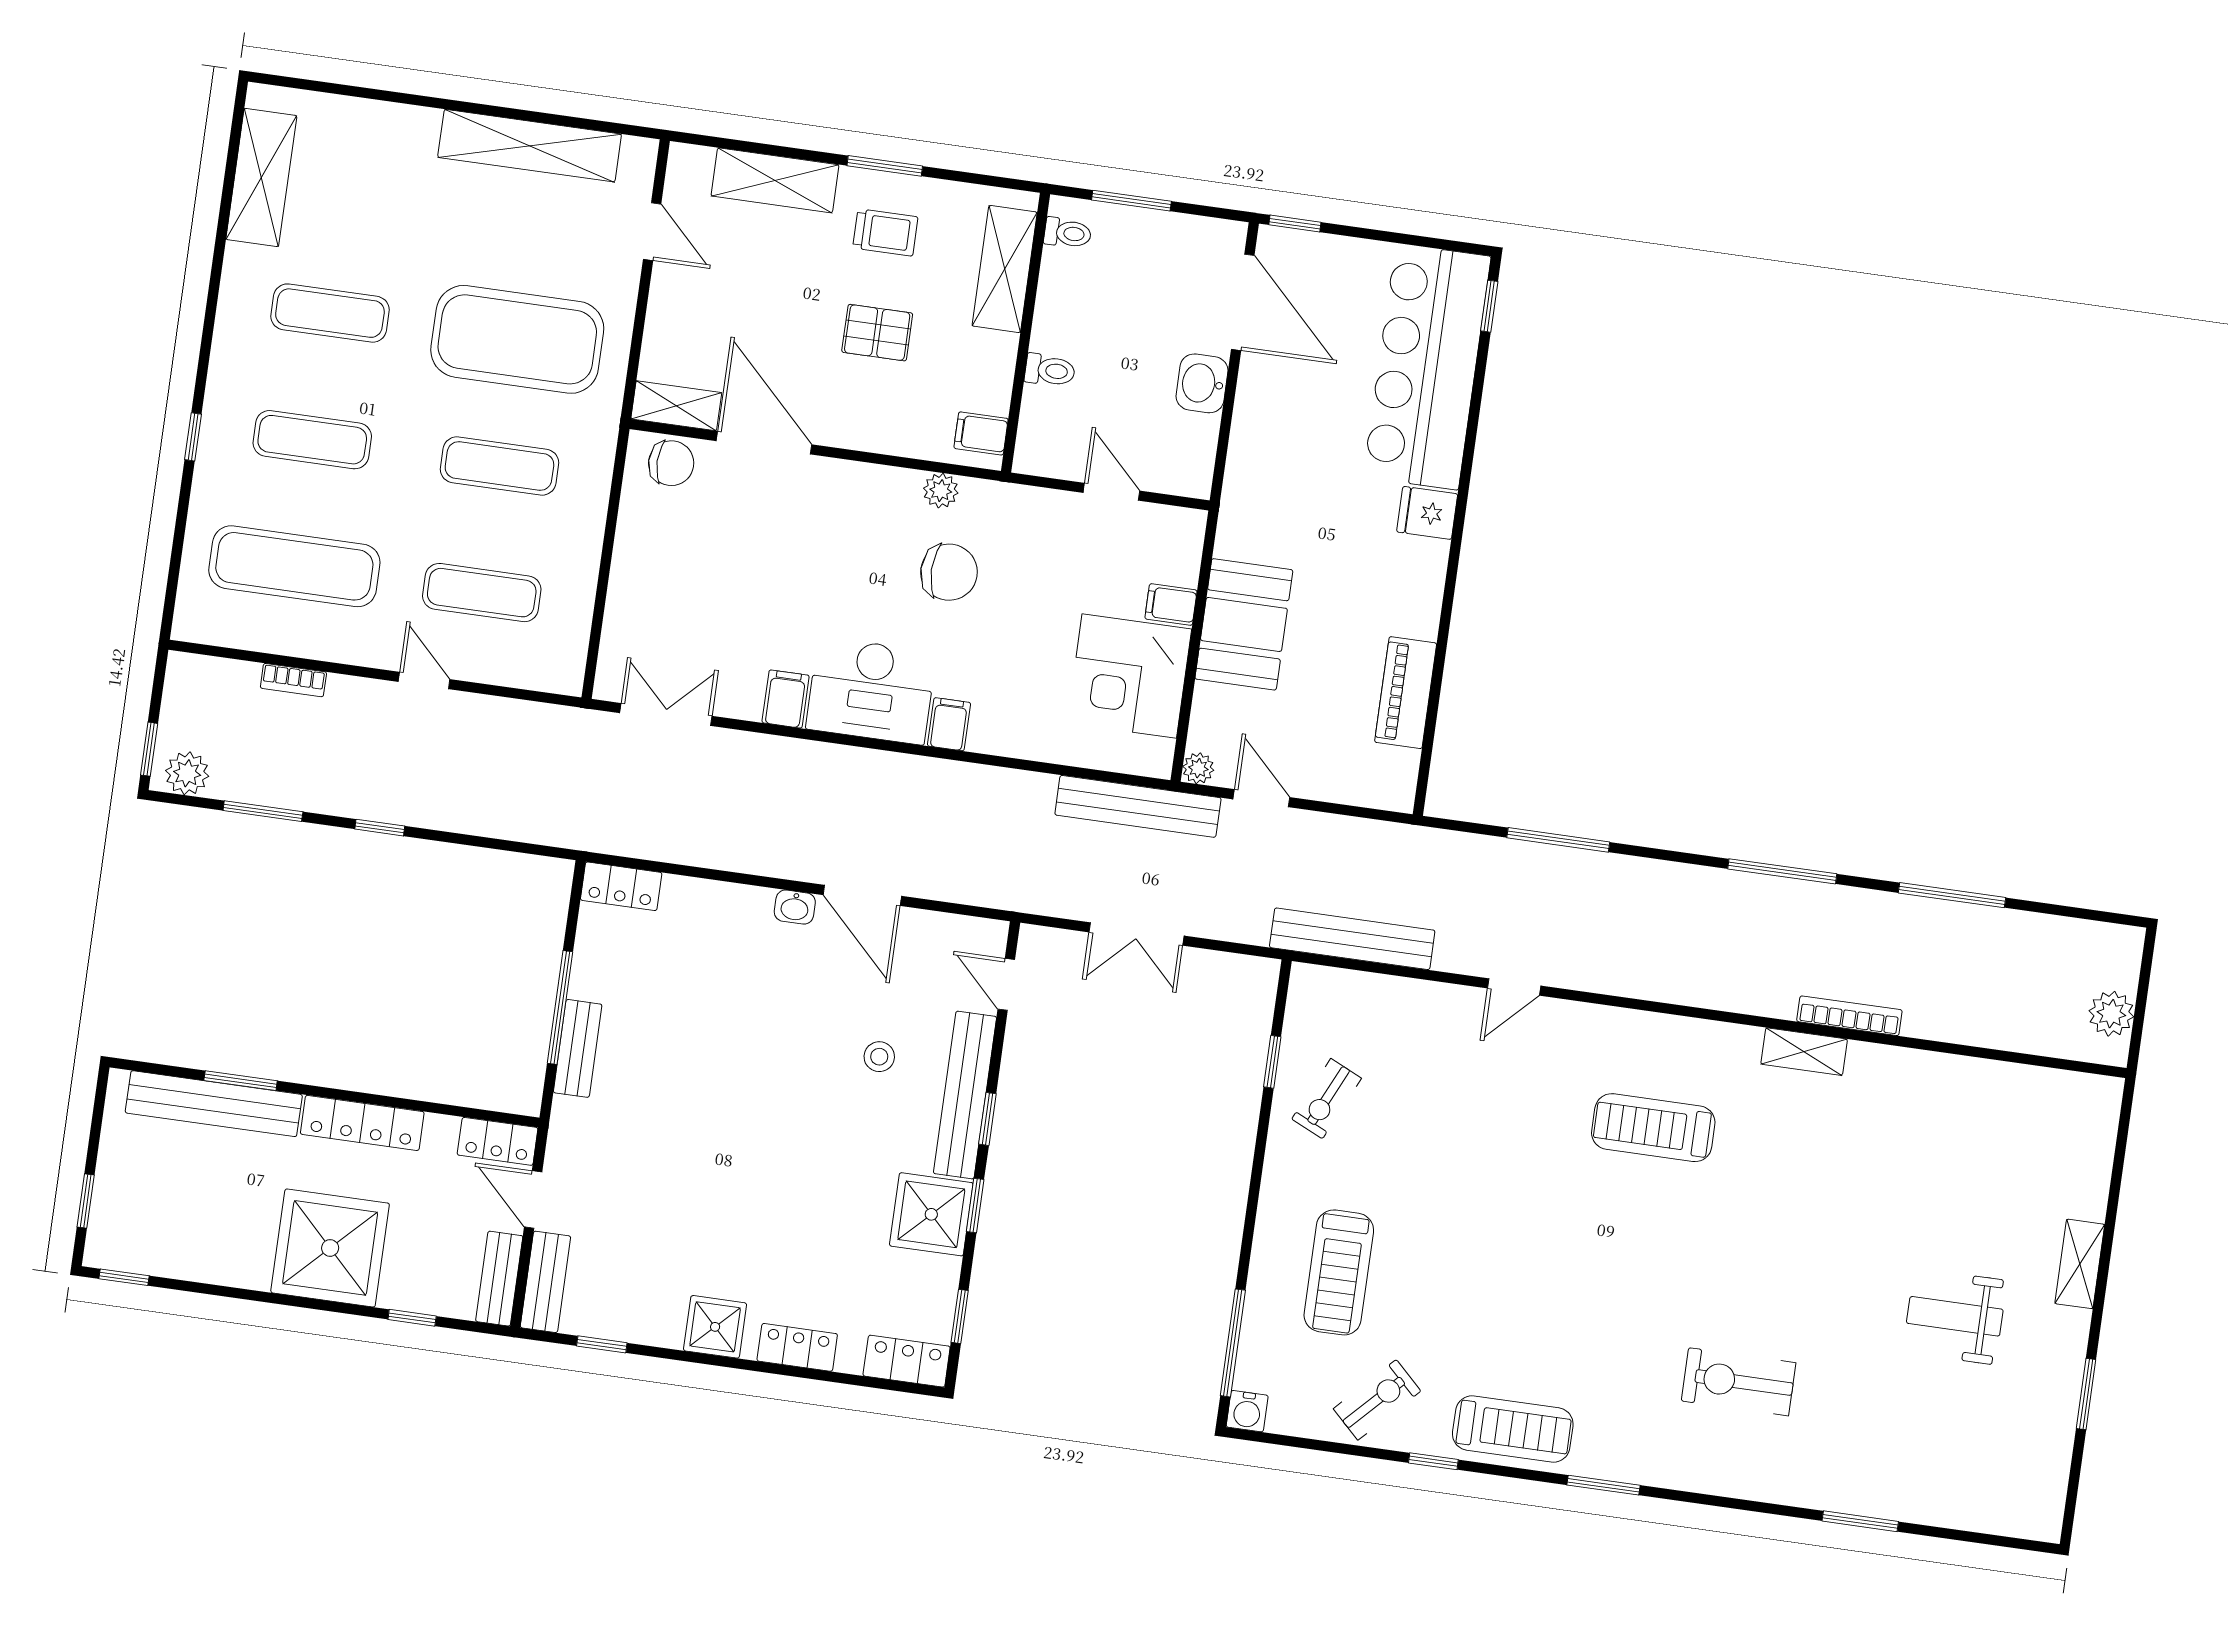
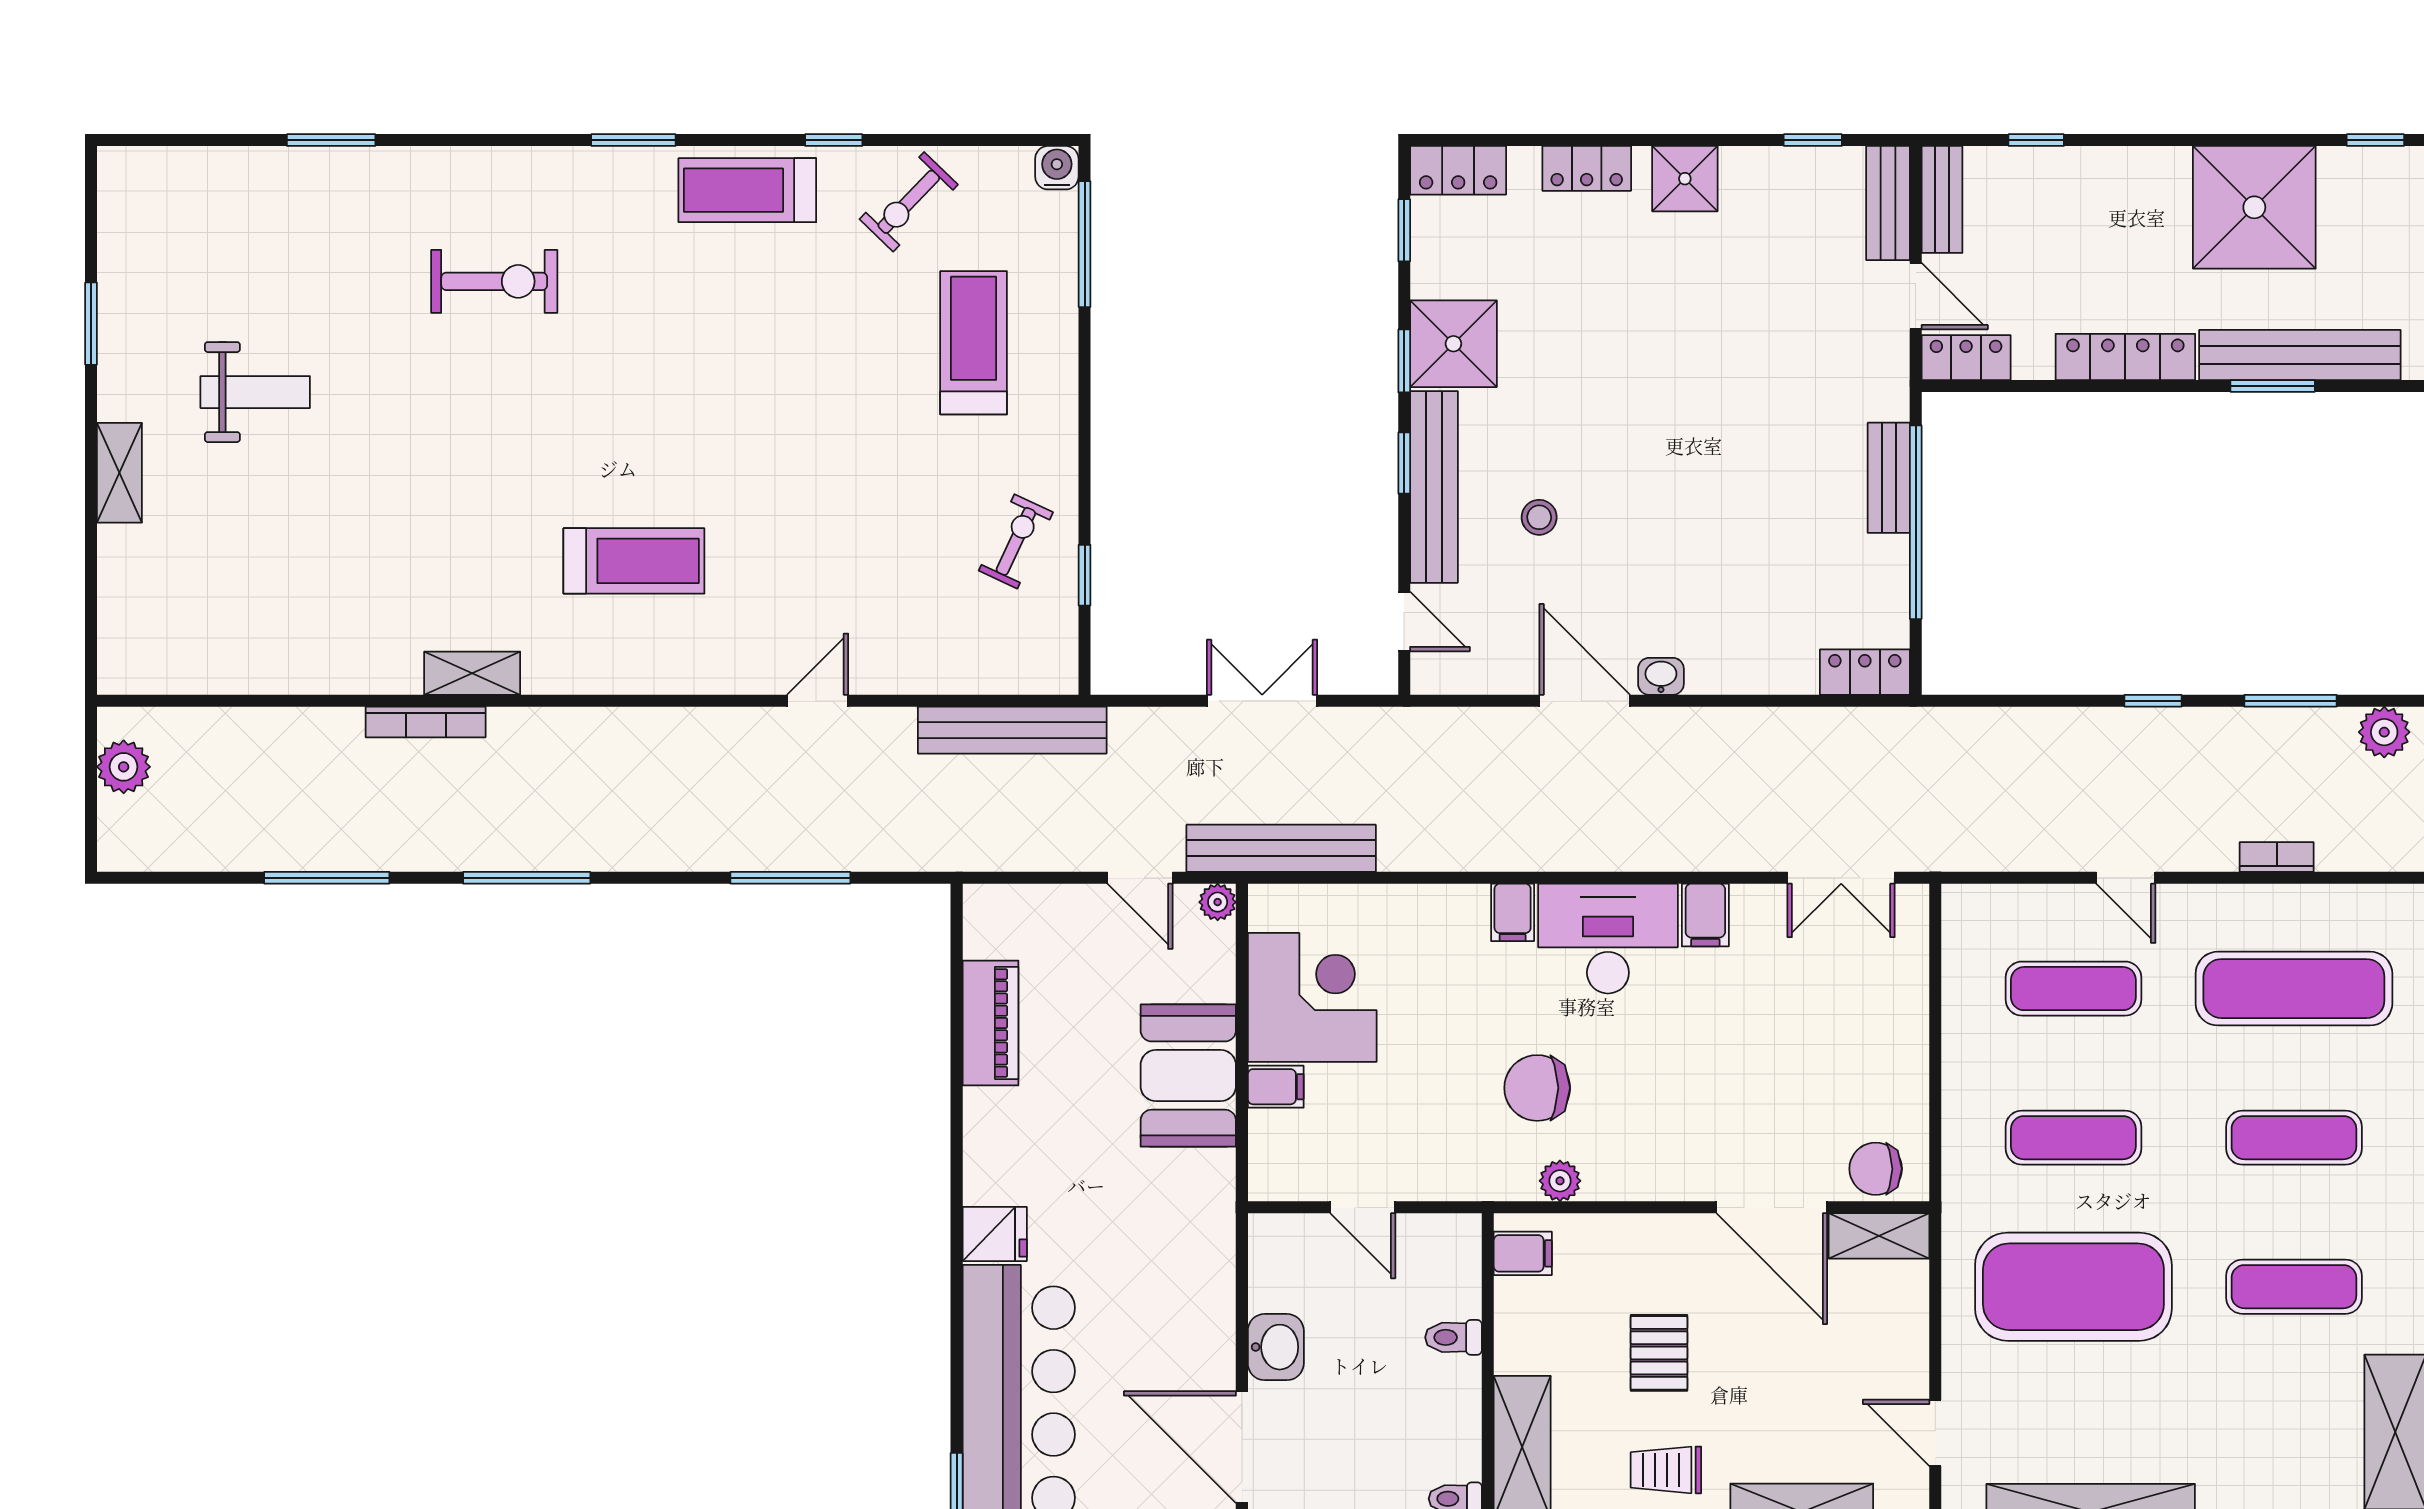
pallet: (877, 333) -> (1659, 1353), turned 90
window: (560, 1008) -> (1916, 522), width x1.46
shower: (330, 1248) -> (2254, 207), moved

